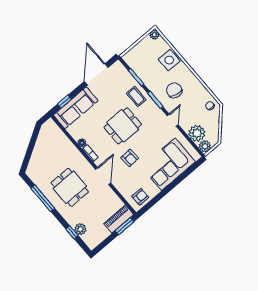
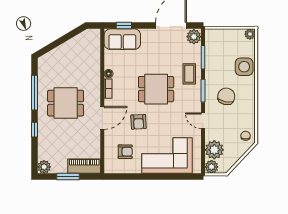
plant: (118, 69) -> (194, 37), added
sofa: (76, 108) -> (122, 39), width x0.73
door: (173, 120) -> (203, 121), swing flipped
dining table: (70, 187) -> (66, 103), turned 90
armchair: (140, 197) -> (125, 152), moved
window: (124, 226) -> (68, 177), moved
plant: (81, 229) -> (44, 167), moved
window: (72, 232) -> (34, 130), moved

